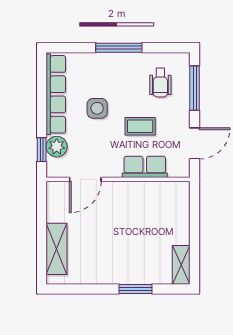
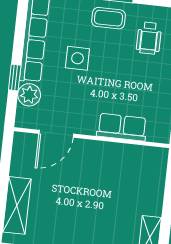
coffee table: (140, 126) -> (108, 18), moved
window: (42, 150) -> (15, 78), moved

